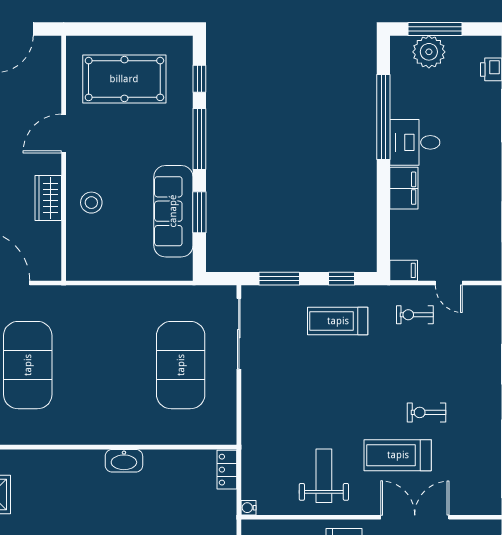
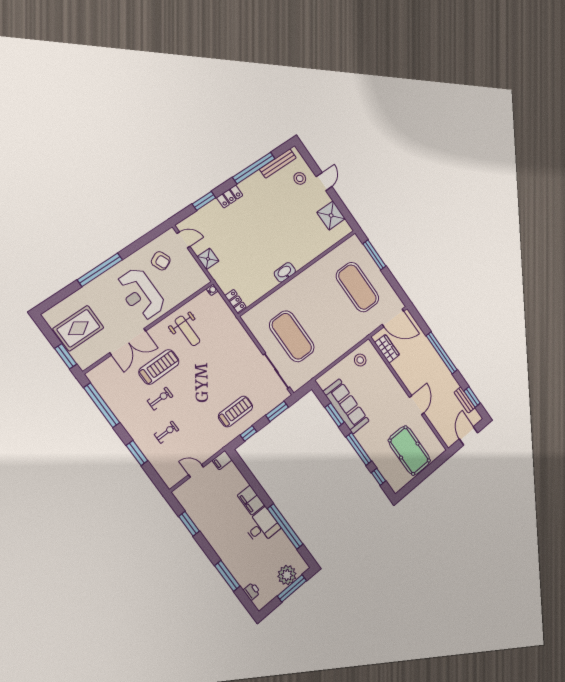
pool table: (124, 79) -> (409, 451), turned 90
wardrobe: (48, 198) -> (387, 349), moved
stool: (91, 203) -> (360, 360), moved
exercise bike: (415, 315) -> (167, 432), moved

